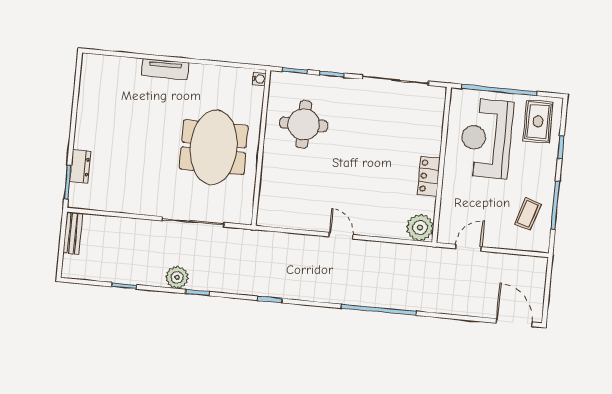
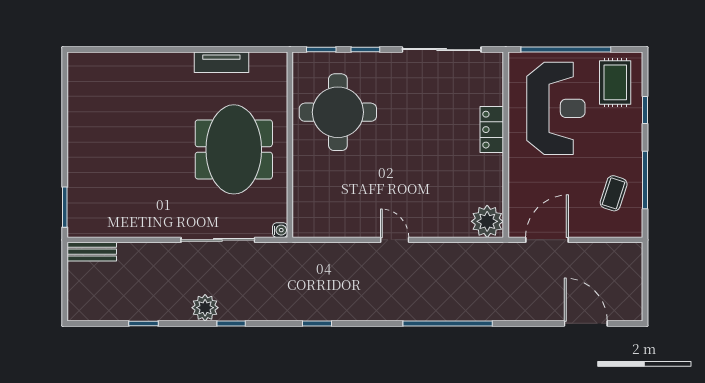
tv unit: (165, 69) -> (221, 62), moved
water cooler: (259, 79) -> (280, 230), moved
round table: (304, 124) -> (338, 112), width x1.36, depth x1.36
reception desk: (486, 138) -> (556, 108), turned 180
dresser: (80, 166) -> (78, 187), removed
locker: (429, 176) -> (492, 130), moved
bench: (73, 233) -> (92, 252), moved, turned 90
door: (469, 248) -> (547, 240), width x1.38
door: (514, 323) -> (586, 323), moved

